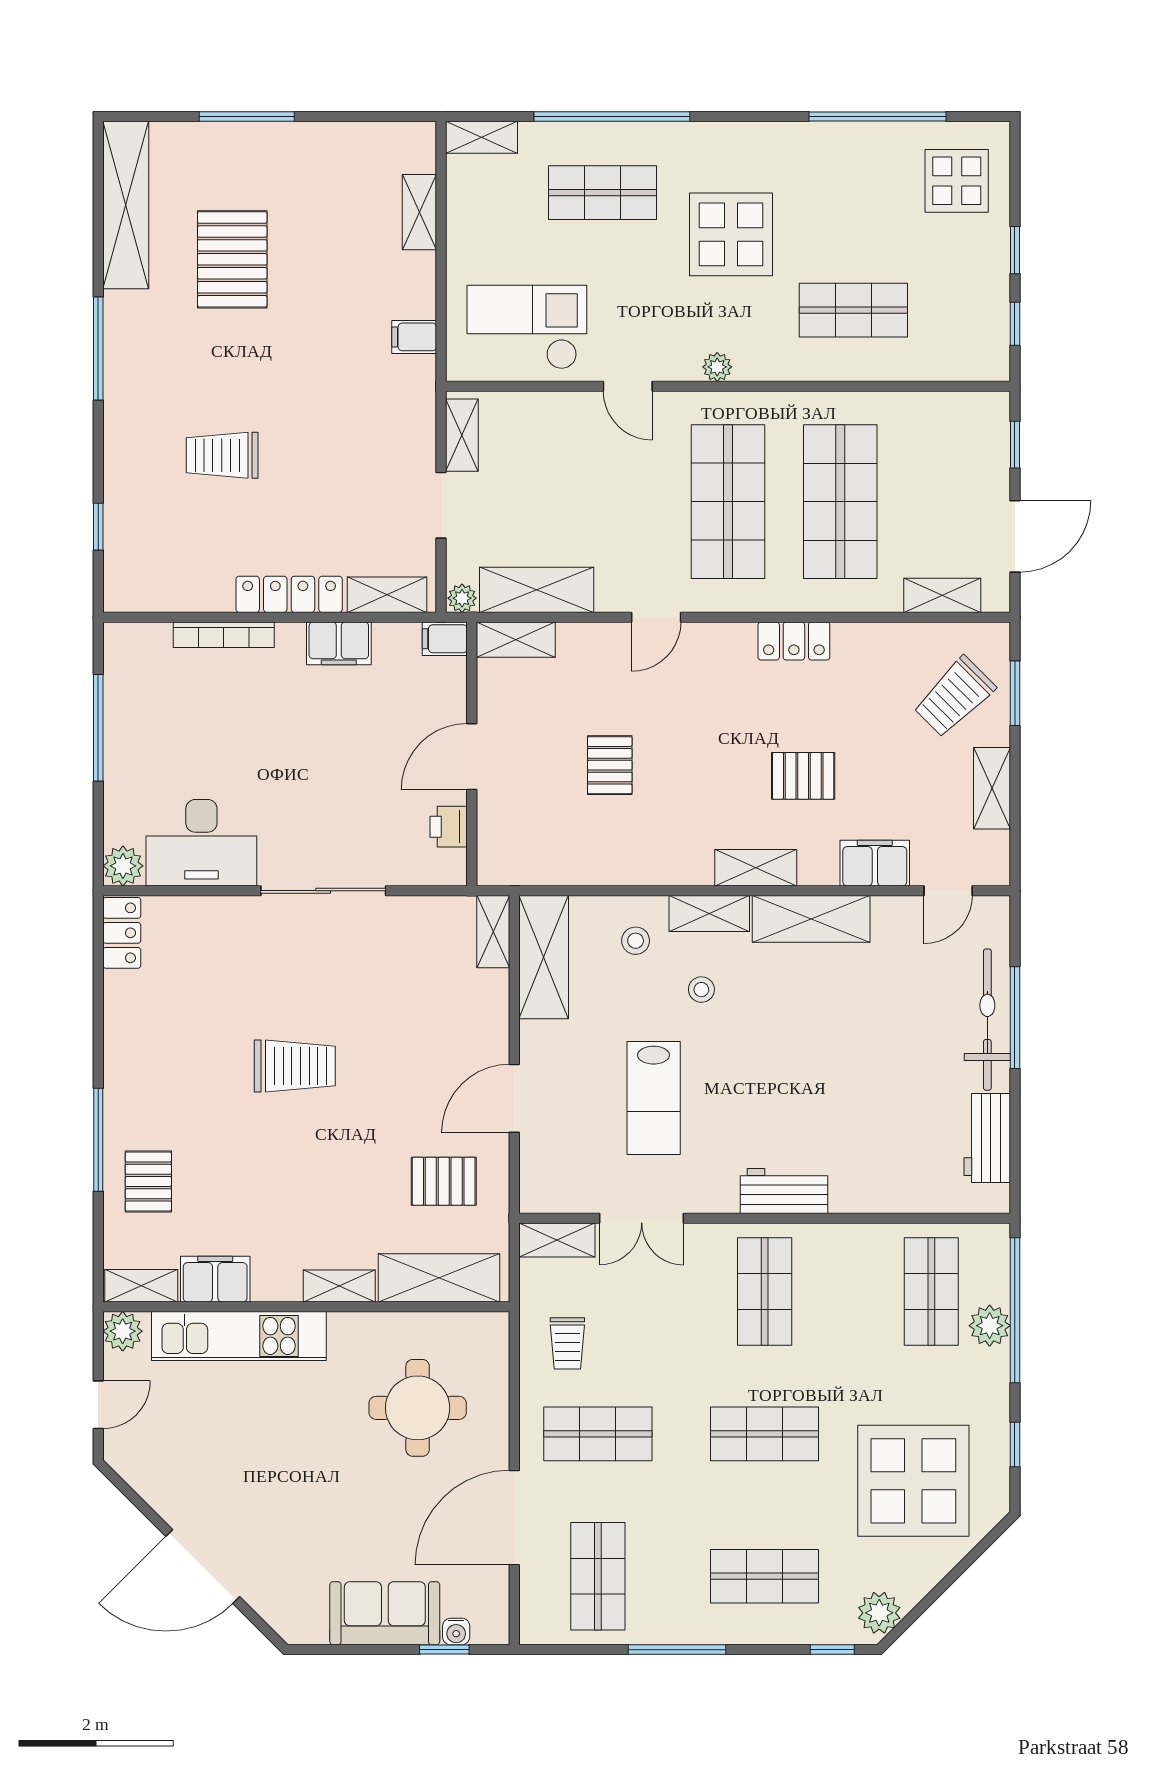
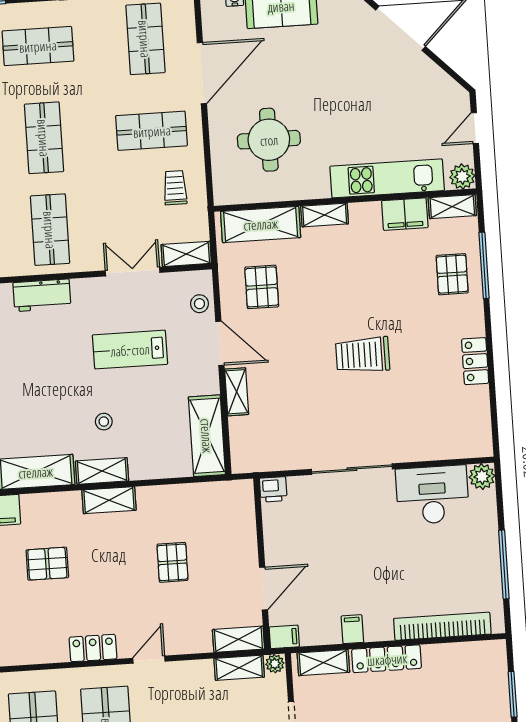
window: (98, 527) -> (513, 694), width x1.50
shelving: (537, 590) -> (239, 668), width x0.67, depth x0.75
bookcase: (224, 635) -> (442, 626), width x1.48, depth x1.31
locker: (794, 641) -> (93, 648), moved
filing cabinet: (339, 643) -> (352, 629), width x0.50
door: (472, 757) -> (264, 589), moved
printer: (449, 827) -> (273, 489), moved, turned 90
shelving: (756, 868) -> (109, 500), moved
shelving: (493, 932) -> (237, 392), moved
locker: (122, 933) -> (475, 361), moved
stool: (636, 941) -> (199, 304), moved
door: (514, 1098) -> (220, 343), hinge flipped
lab bench: (654, 1098) -> (130, 350), turned -90
window: (98, 1140) -> (484, 265), moved
pallet: (444, 1181) -> (262, 287), turned 90
shop shelf: (765, 1434) -> (44, 138), turned 90

